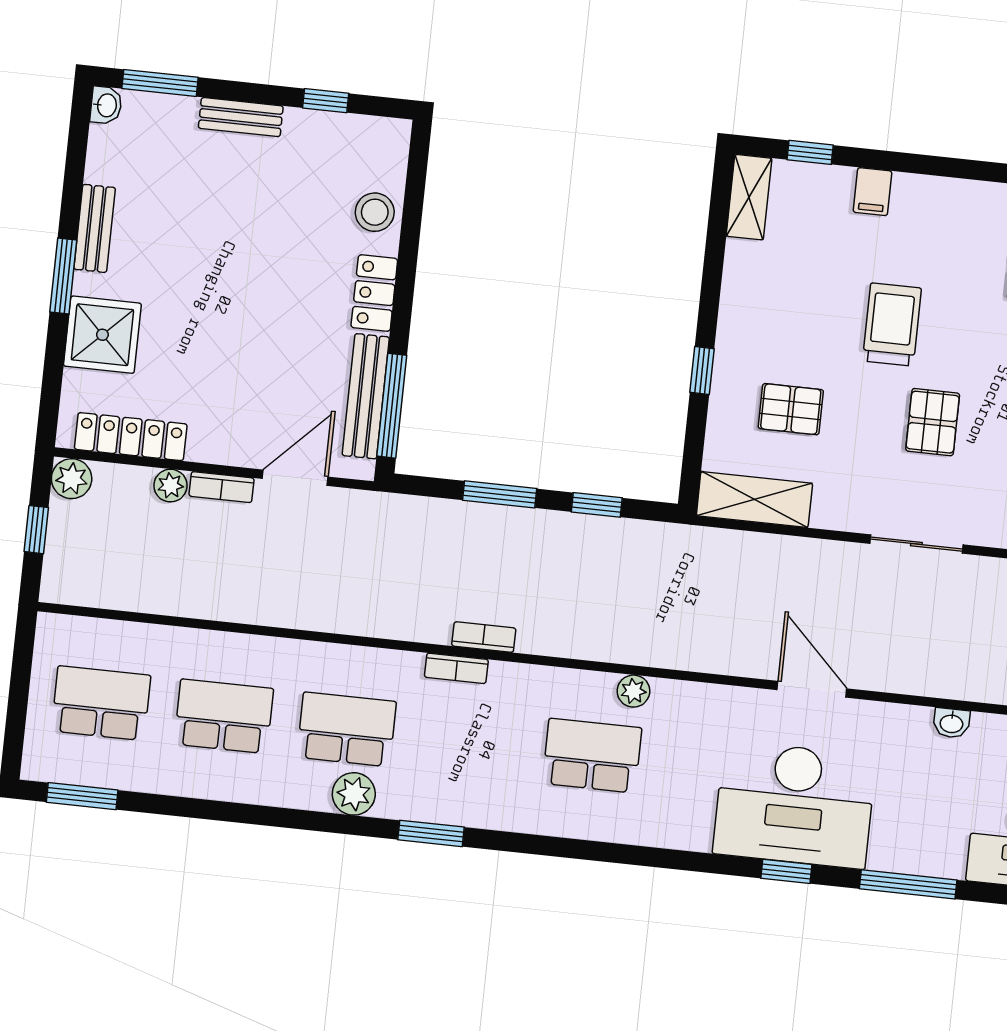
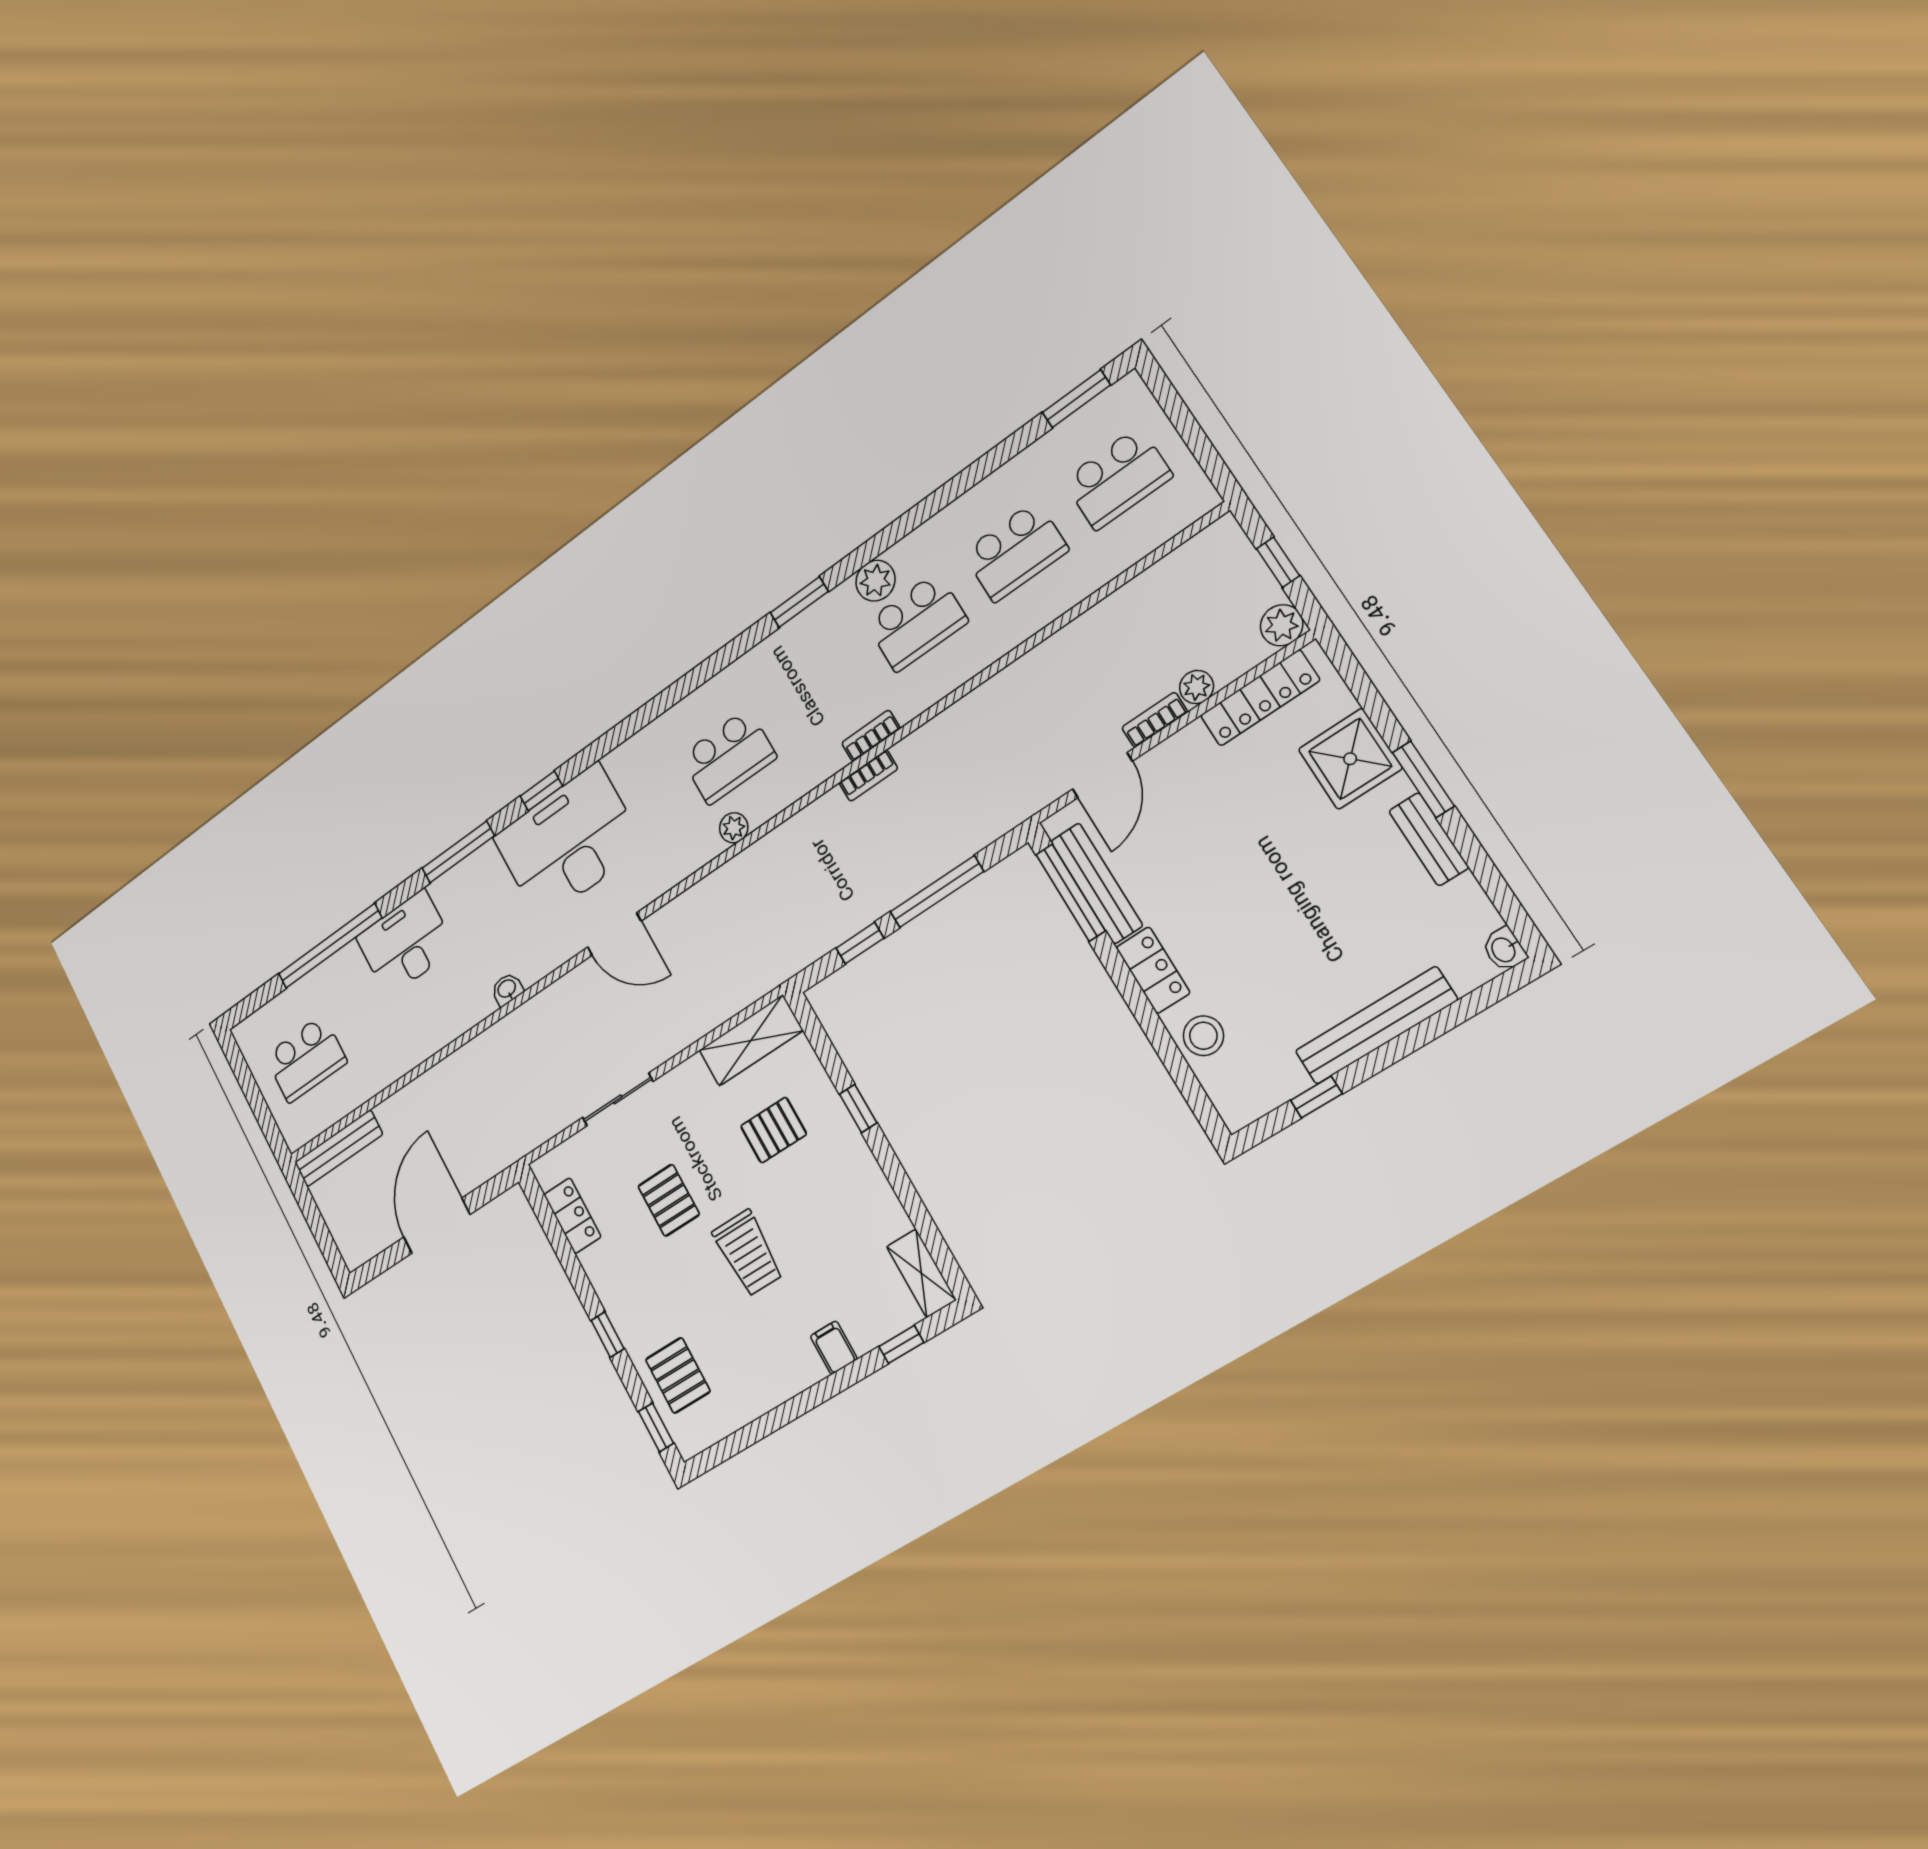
window: (160, 83) -> (1472, 1004), removed
bench: (241, 117) -> (1376, 1026), width x1.86, depth x1.21
window: (500, 494) -> (937, 892), width x1.44

